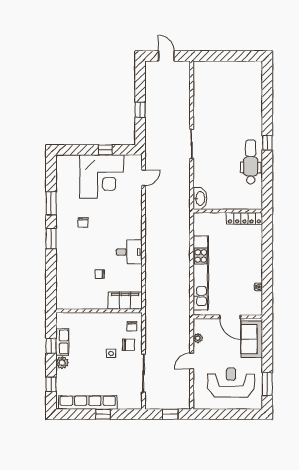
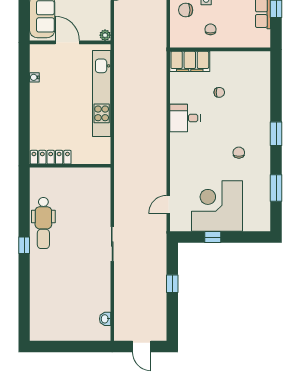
washbasin: (200, 198) -> (105, 319), moved, width x0.52, depth x0.69
window: (51, 203) -> (276, 188), moved
chair: (132, 326) -> (210, 29), moved
plant: (198, 338) -> (105, 35), moved

